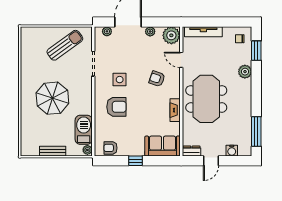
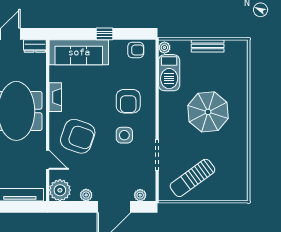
armchair: (157, 79) -> (78, 136), width x1.88, depth x1.88
armchair: (116, 107) -> (128, 101), turned -90
sofa: (162, 146) -> (79, 52), width x1.36

